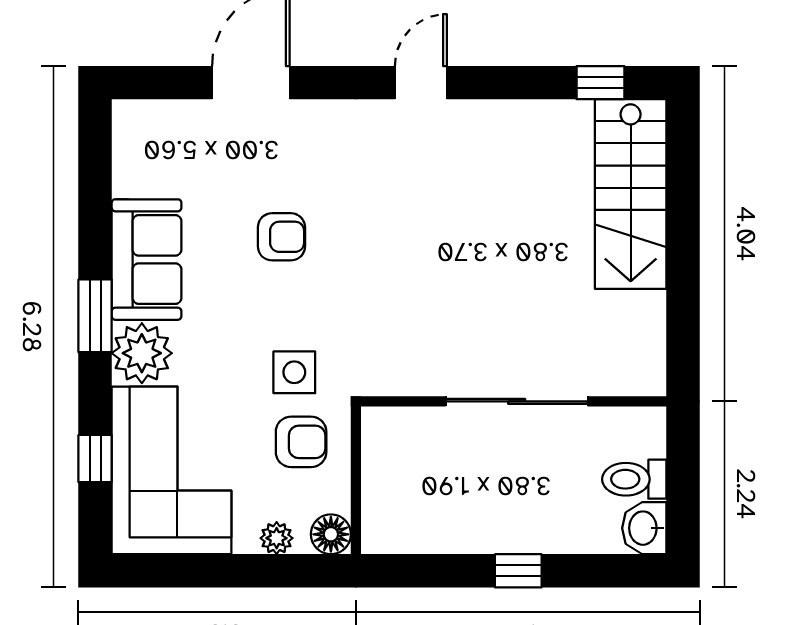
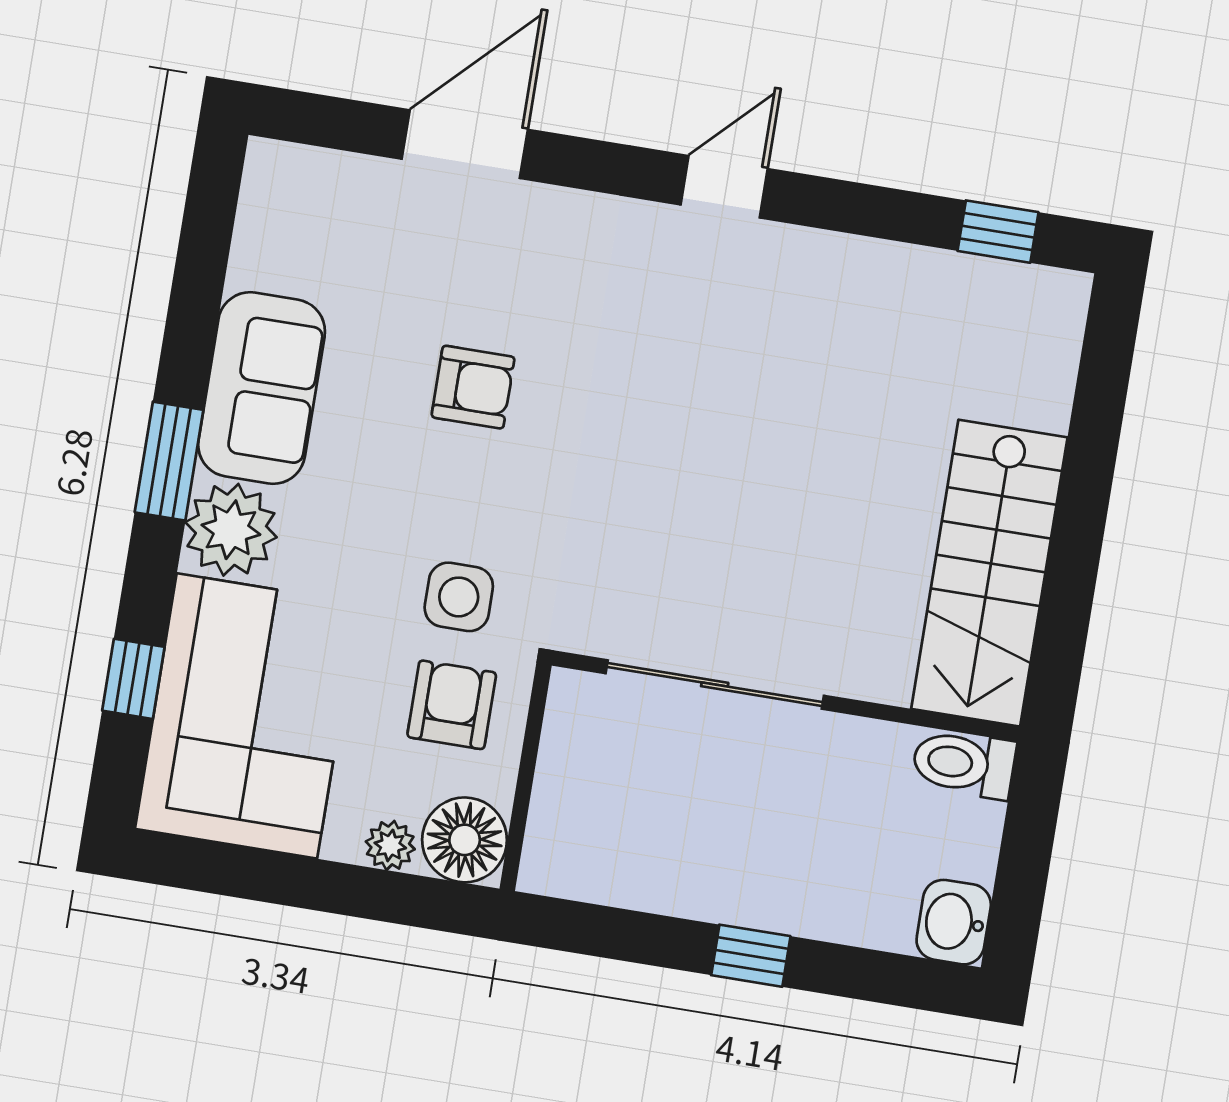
stairs: (631, 194) -> (989, 573), moved
sliding door: (517, 401) -> (715, 685), moved
armchair: (301, 442) -> (452, 705), turned -90
toilet: (634, 479) -> (964, 764), moved
floor lamp: (331, 534) -> (465, 840), width x1.38, depth x1.38

